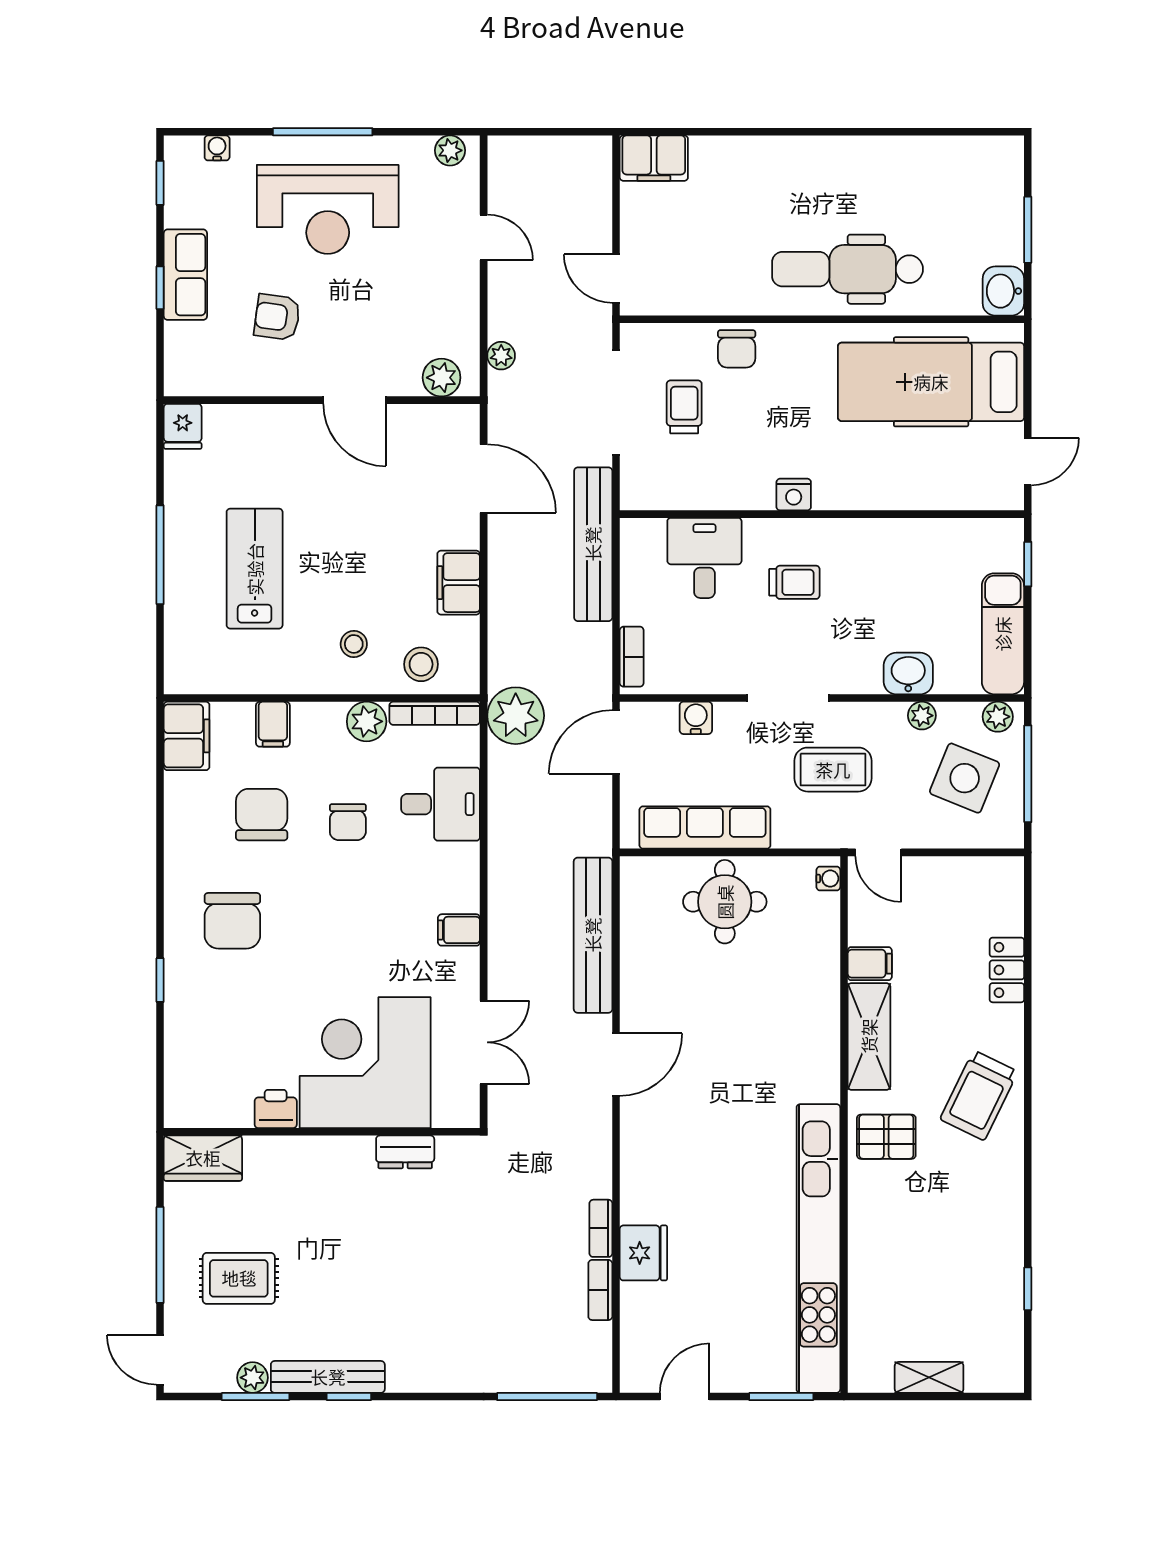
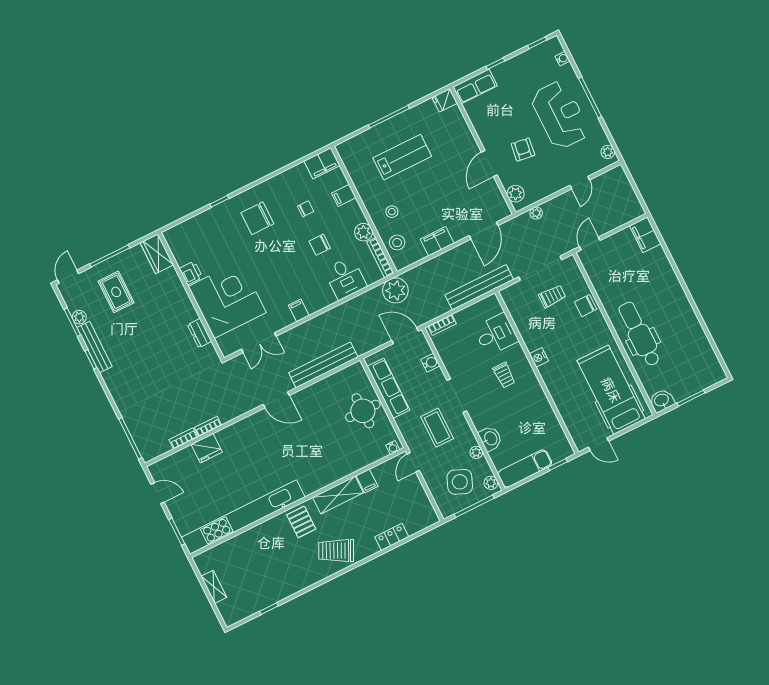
reception desk: (328, 209) -> (560, 115), turned 180
row of seats: (185, 275) -> (475, 86), moved
armchair: (277, 317) -> (523, 149), moved
chair: (262, 815) -> (306, 209), width x0.54, depth x0.54

